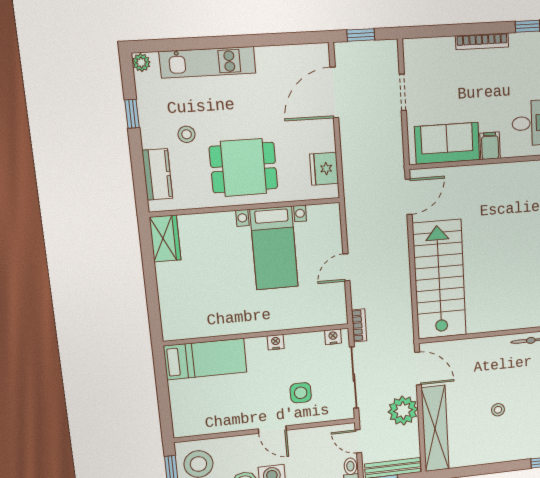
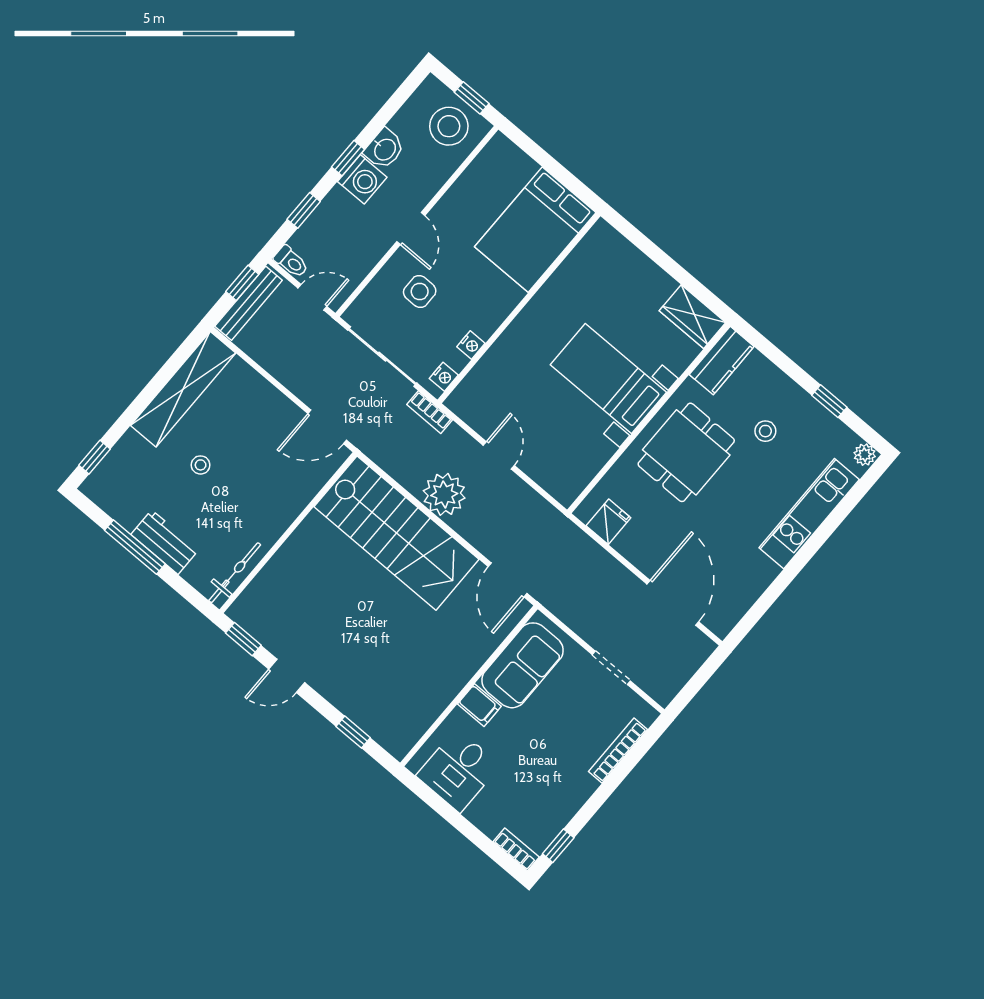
window: (361, 35) -> (701, 678), removed
bookcase: (482, 41) -> (618, 751), moved
fridge: (324, 169) -> (608, 522), width x0.72
kitchen counter: (157, 174) -> (722, 361), moved, turned -90
bed with nightstands: (274, 248) -> (608, 378), moved
nightstand: (276, 342) -> (471, 345), moved
bed: (205, 359) -> (535, 230), width x1.50
plant: (403, 411) -> (444, 494), moved
shelving: (435, 429) -> (183, 389), moved, turned 90
door: (272, 430) -> (411, 229), swing flipped

